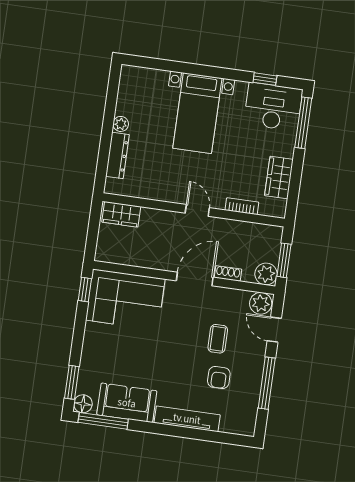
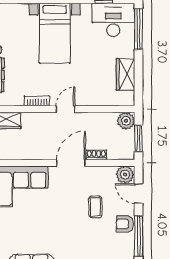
bookcase: (242, 206) -> (37, 101), moved
door: (197, 210) -> (65, 109), hinge flipped
plant: (266, 274) -> (126, 121), moved
armchair: (219, 378) -> (125, 224), moved, turned 90

